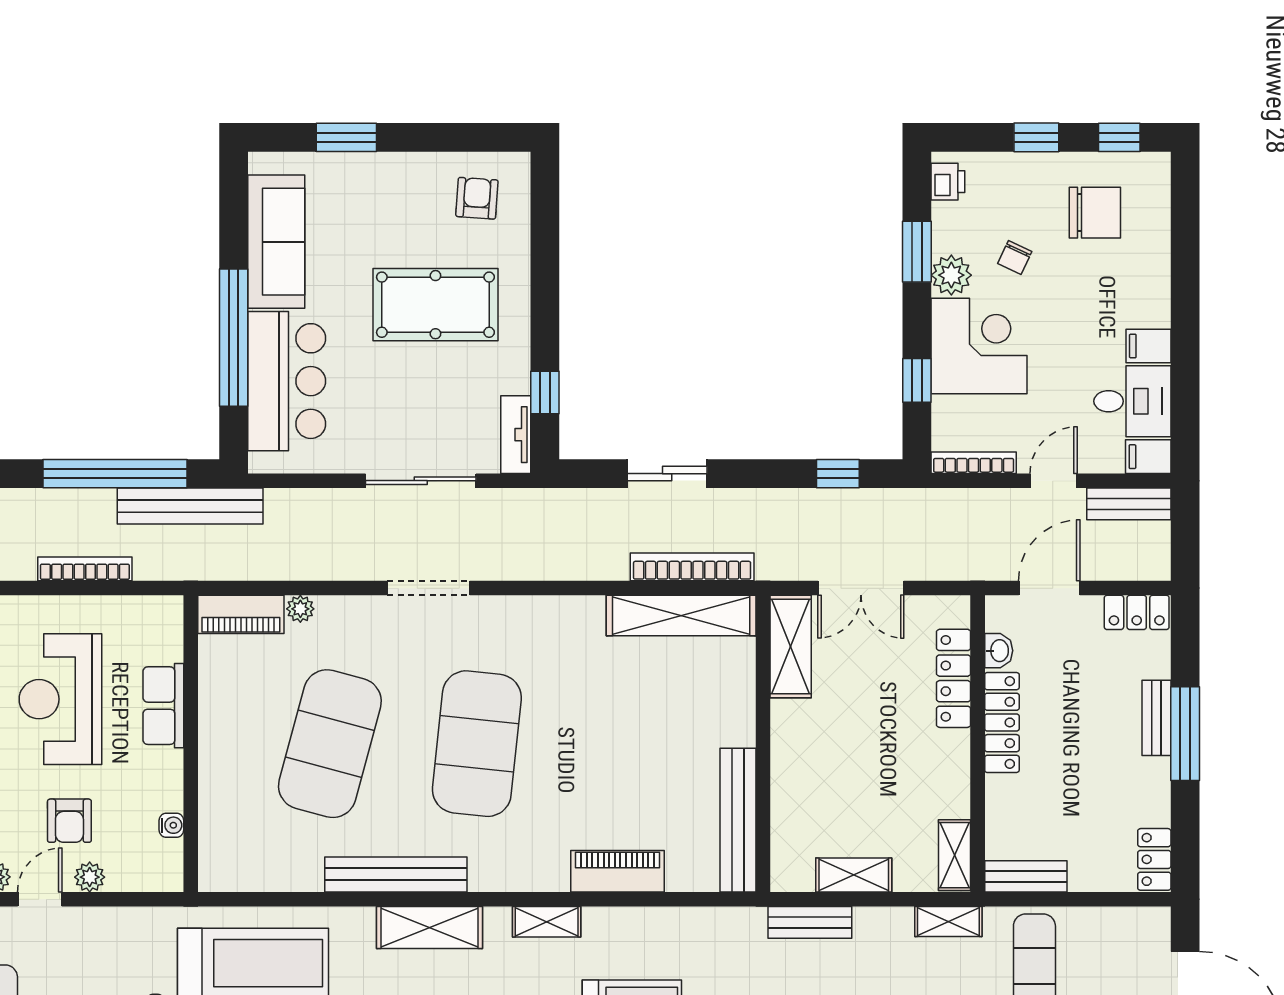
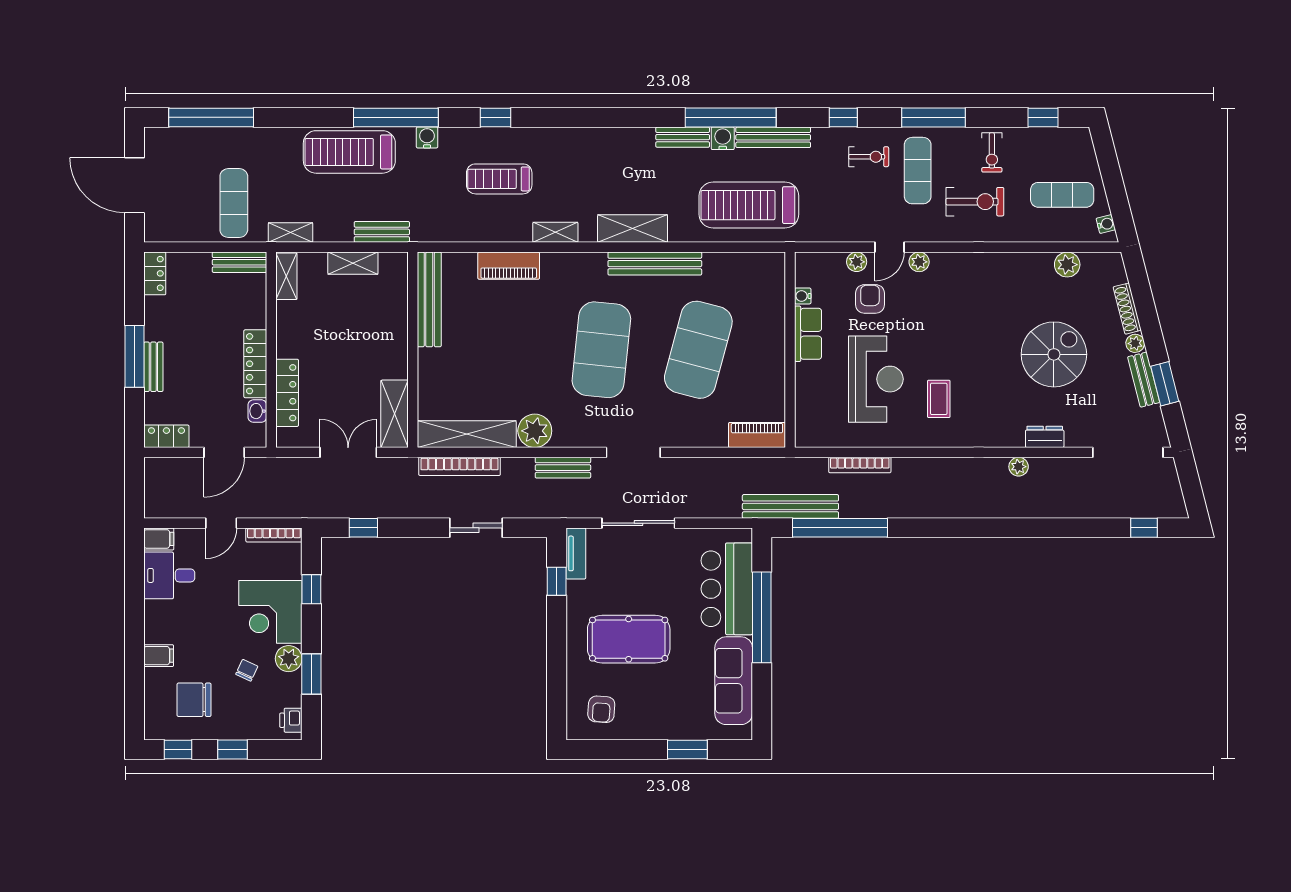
filing cabinet: (1148, 346) -> (159, 656), moved
bench: (1129, 504) -> (563, 468), moved
plant: (300, 609) -> (535, 431), moved, width x1.88, depth x1.88
row of seats: (163, 706) -> (808, 334), moved

